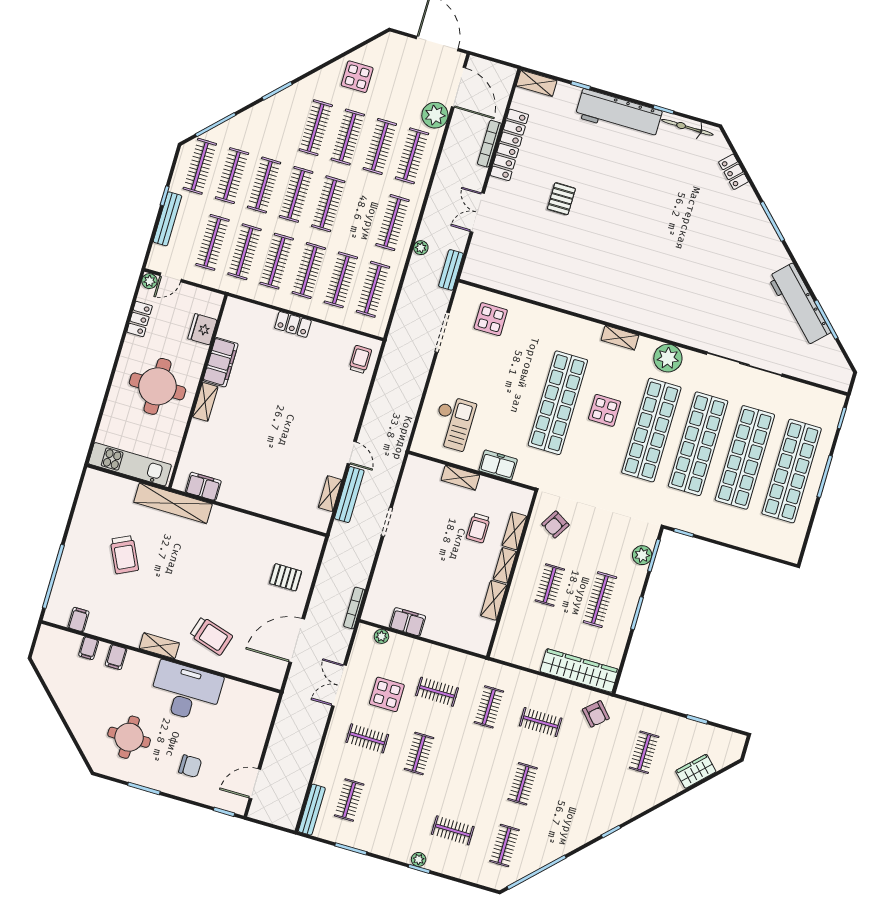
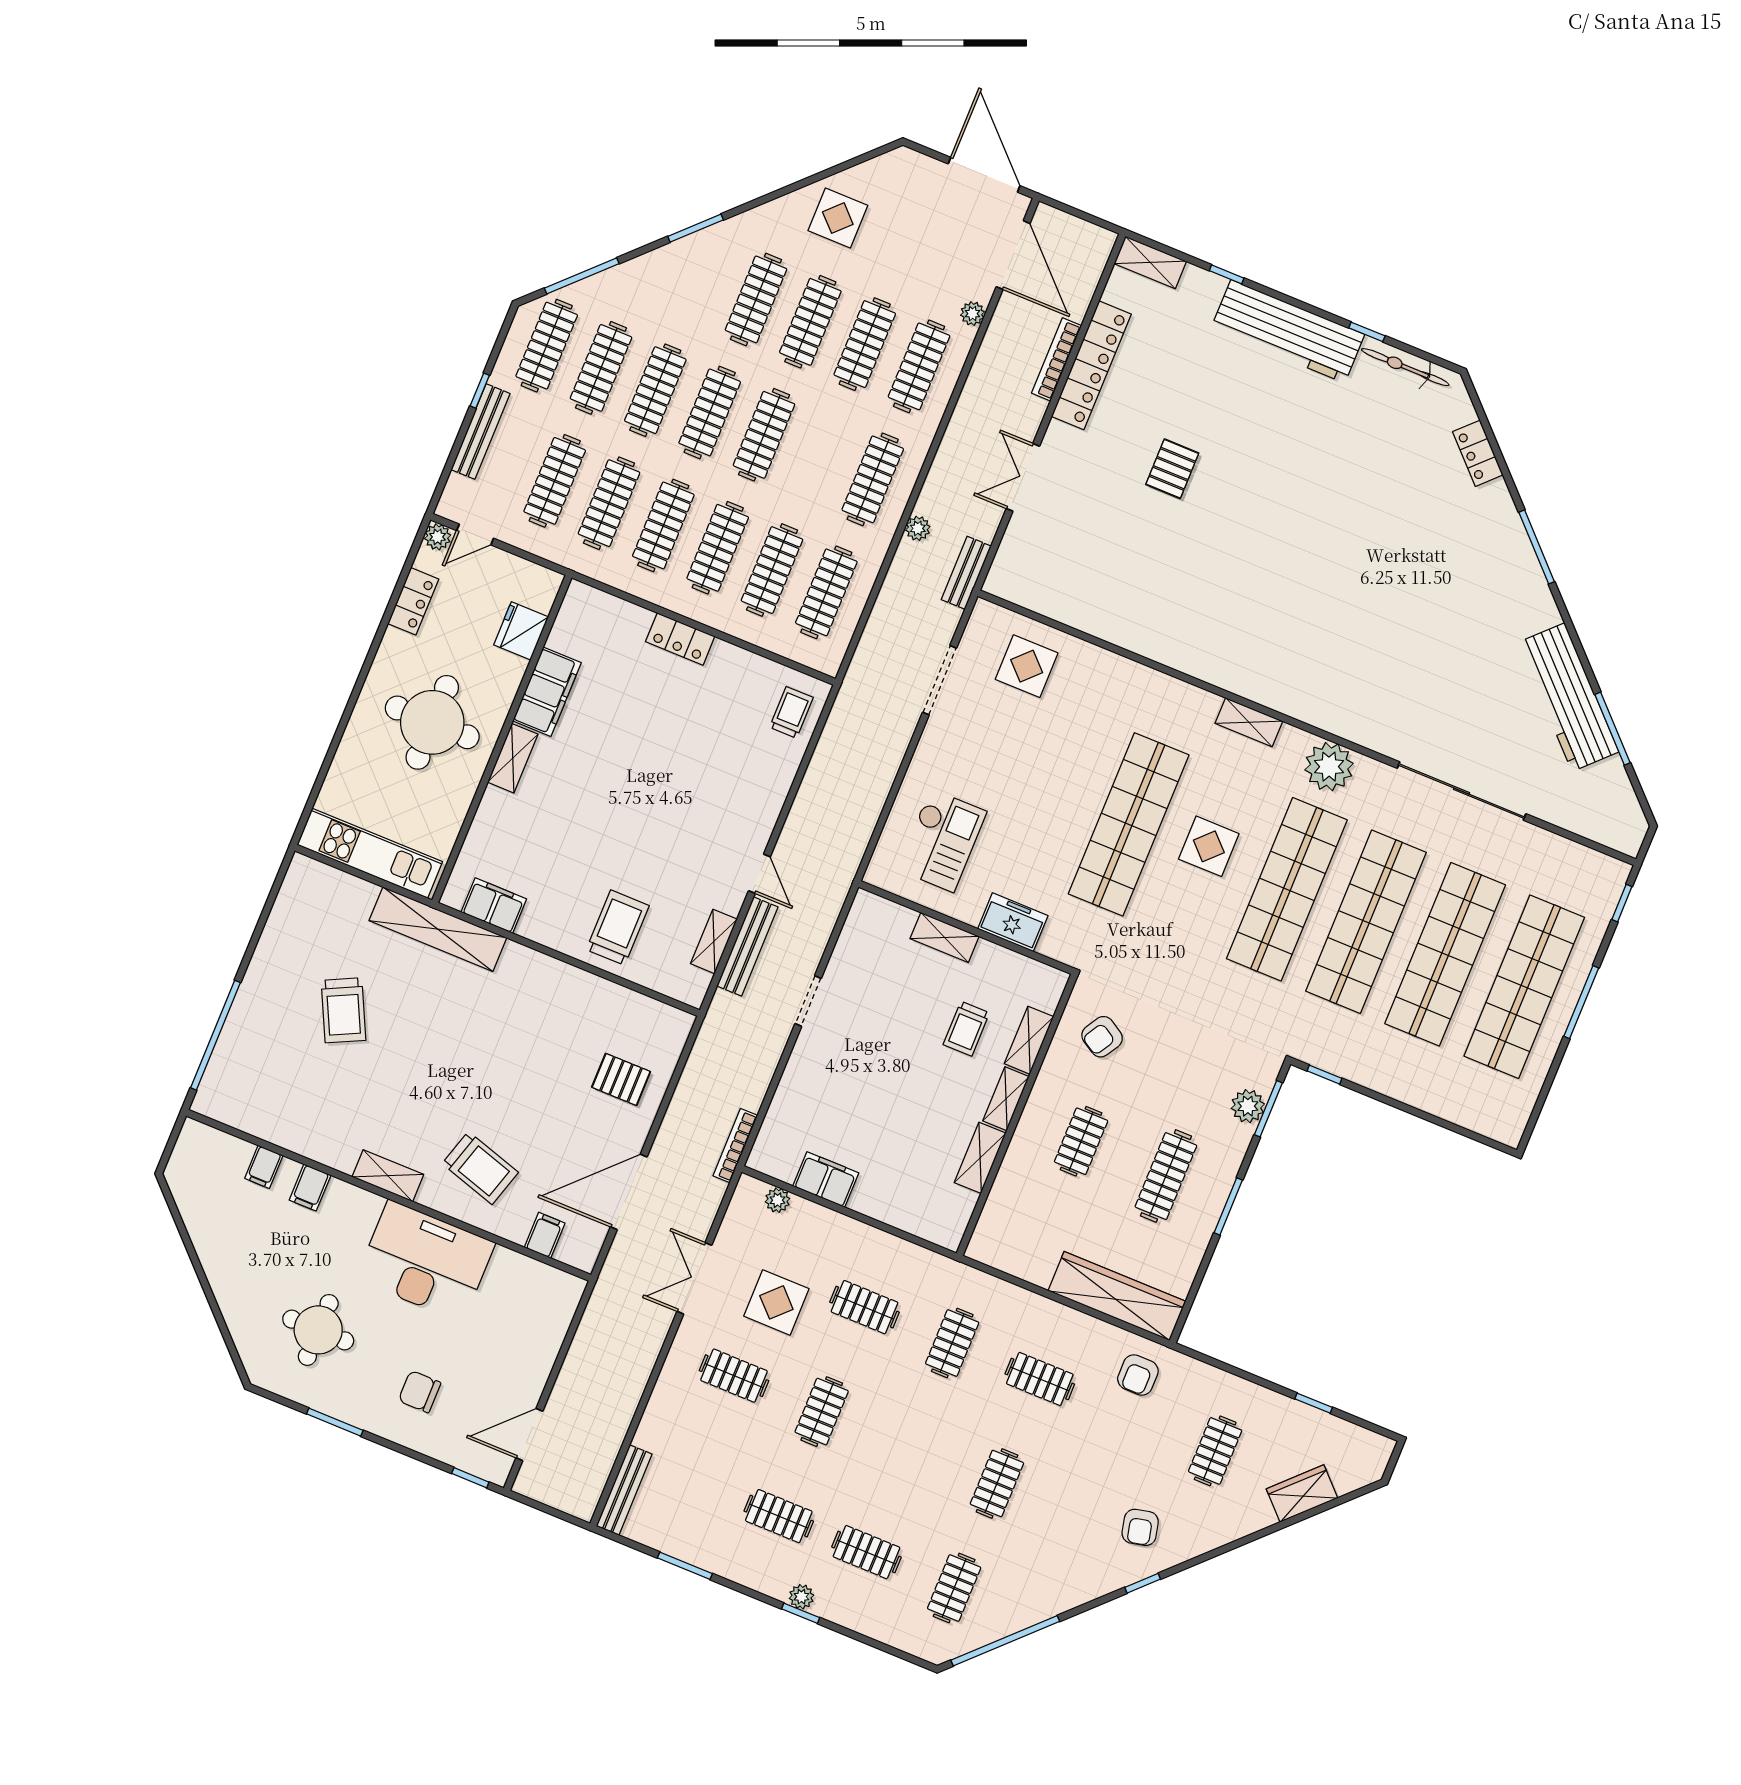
plant: (435, 115) -> (973, 314), width x0.53, depth x0.53
trolley: (275, 492) -> (618, 928), added
filing cabinet: (78, 619) -> (545, 1235), moved
armchair: (596, 714) -> (1138, 1375), turned 42
chair: (190, 766) -> (420, 1392), turned 180
clothes rail: (349, 800) -> (779, 1516), moved, turned 90
armchair: (606, 800) -> (1140, 1527), added

